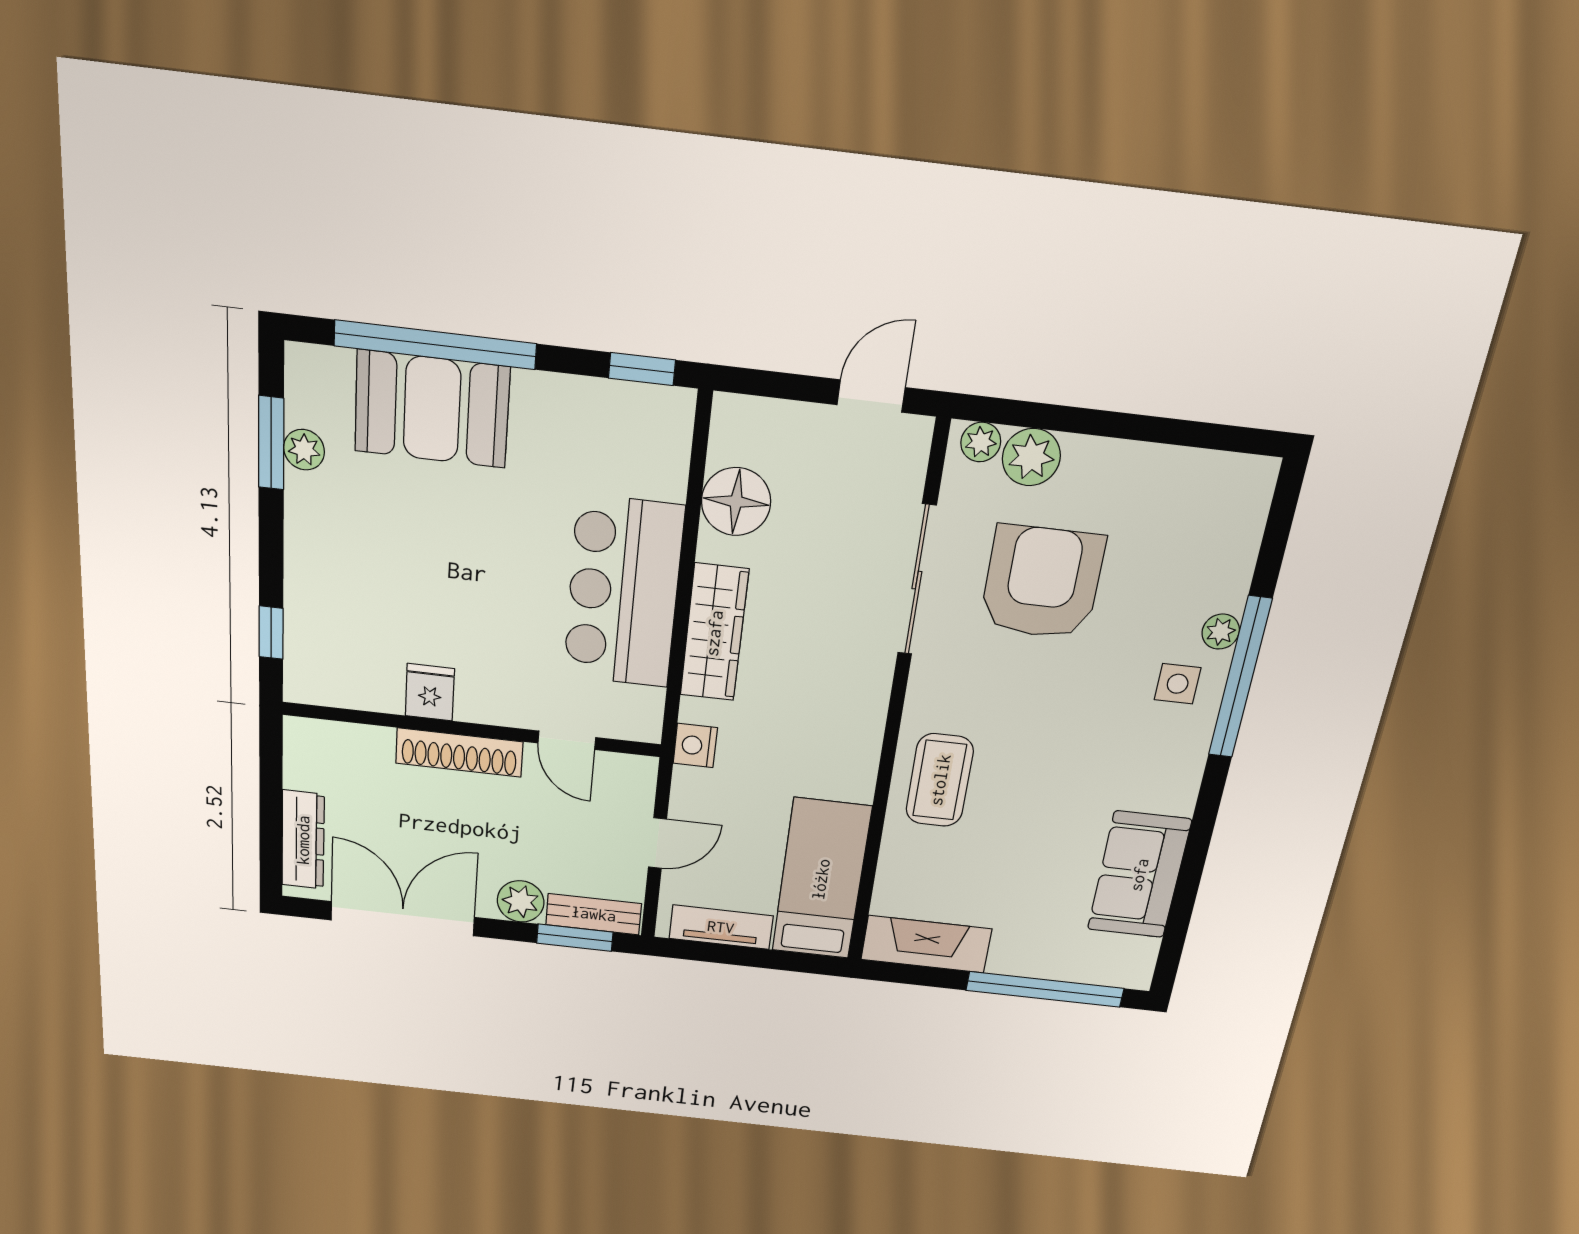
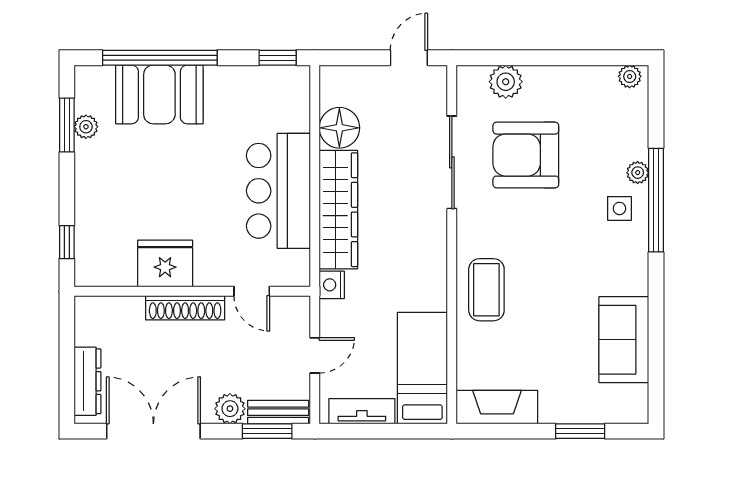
plant: (981, 442) -> (630, 76), moved
armchair: (1042, 582) -> (526, 155), turned -90
wardrobe: (714, 633) -> (338, 210), width x1.40, depth x1.17
fridge: (430, 692) -> (165, 263), width x1.88, depth x1.34
window: (1045, 989) -> (580, 431), width x0.47

